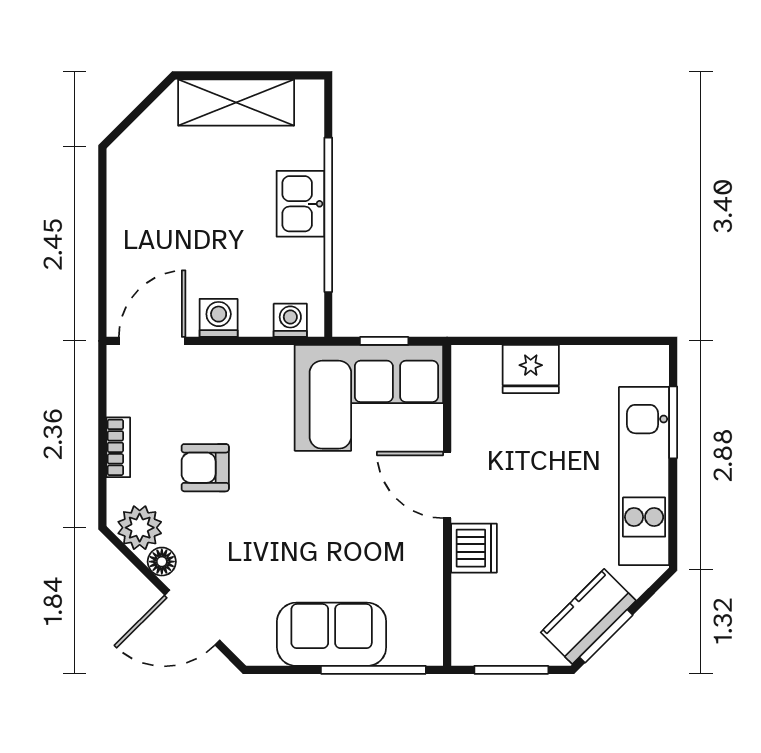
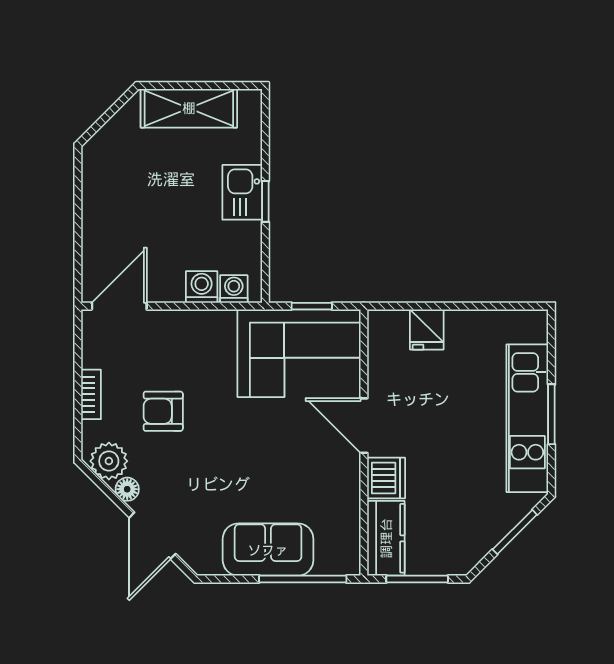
window: (328, 215) -> (265, 201), width x0.32
washing machine: (219, 318) -> (202, 287), moved
fridge: (531, 369) -> (427, 329), width x0.72
window: (673, 422) -> (551, 414), moved
kitchen counter: (588, 616) -> (386, 538), moved, turned 135
door: (192, 618) -> (152, 536), hinge flipped
window: (606, 636) -> (515, 532), moved

